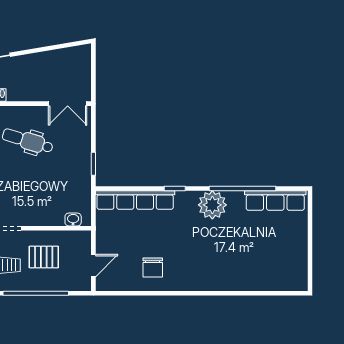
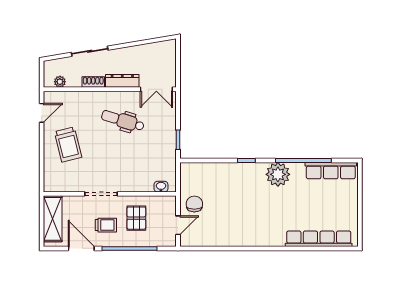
dresser: (27, 94) -> (122, 81), added
row of seats: (135, 200) -> (319, 239), moved, turned 180
pallet: (44, 257) -> (136, 218), turned 90
chair: (153, 267) -> (194, 204), moved, turned 180

